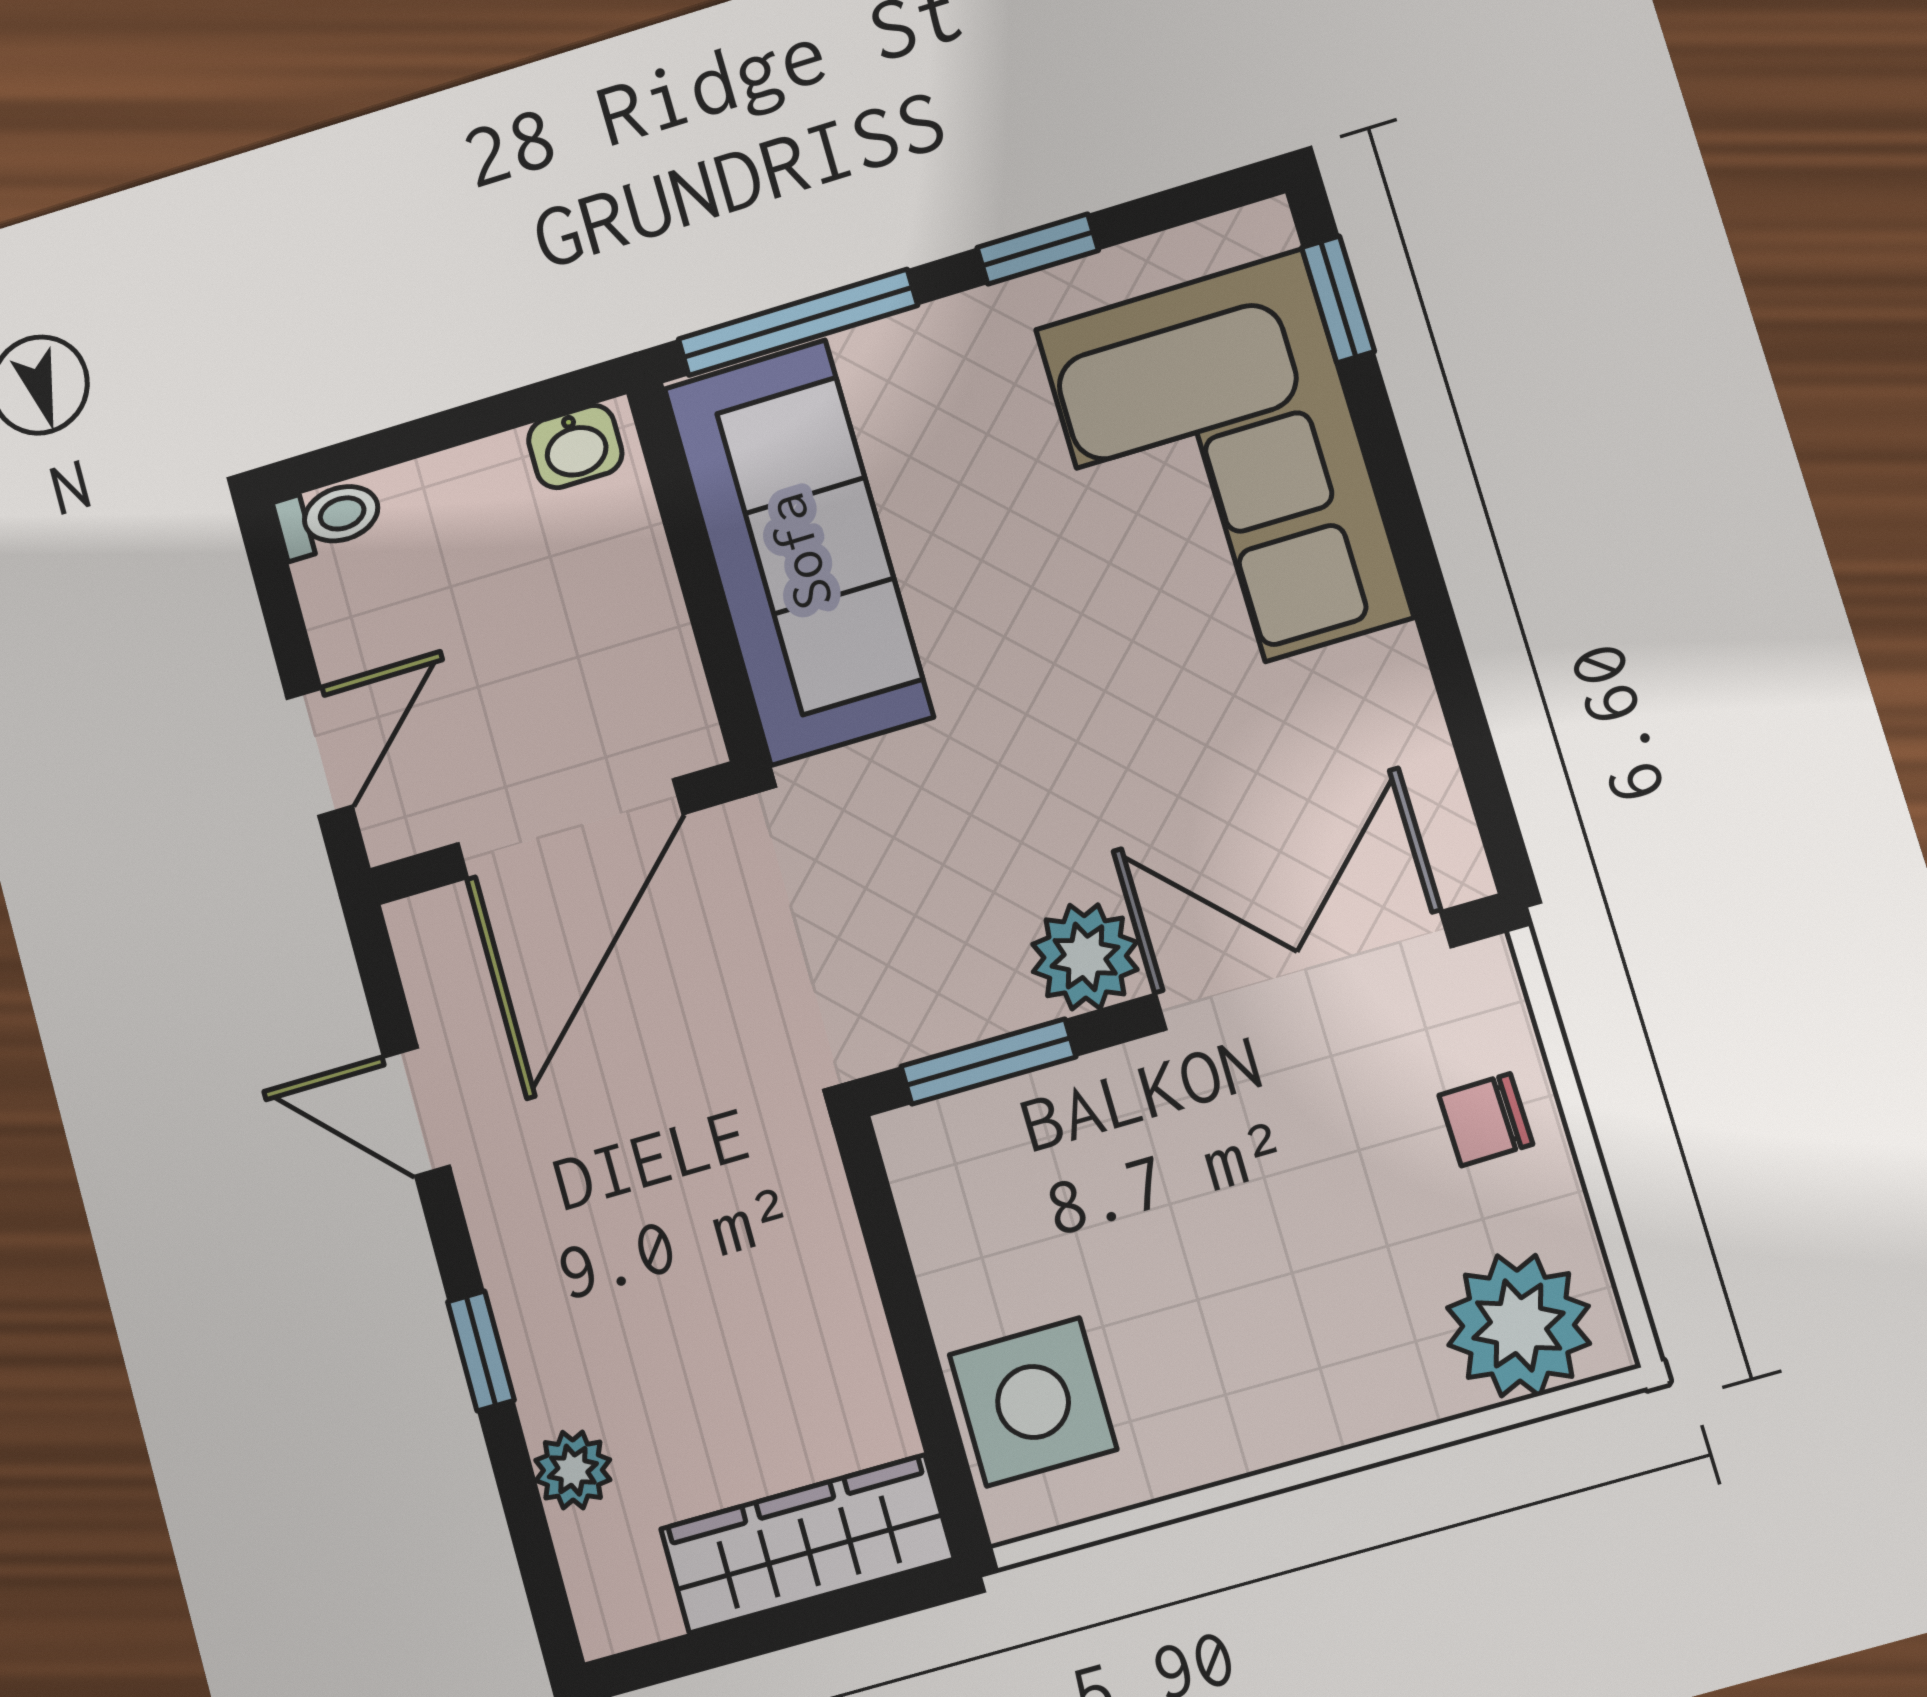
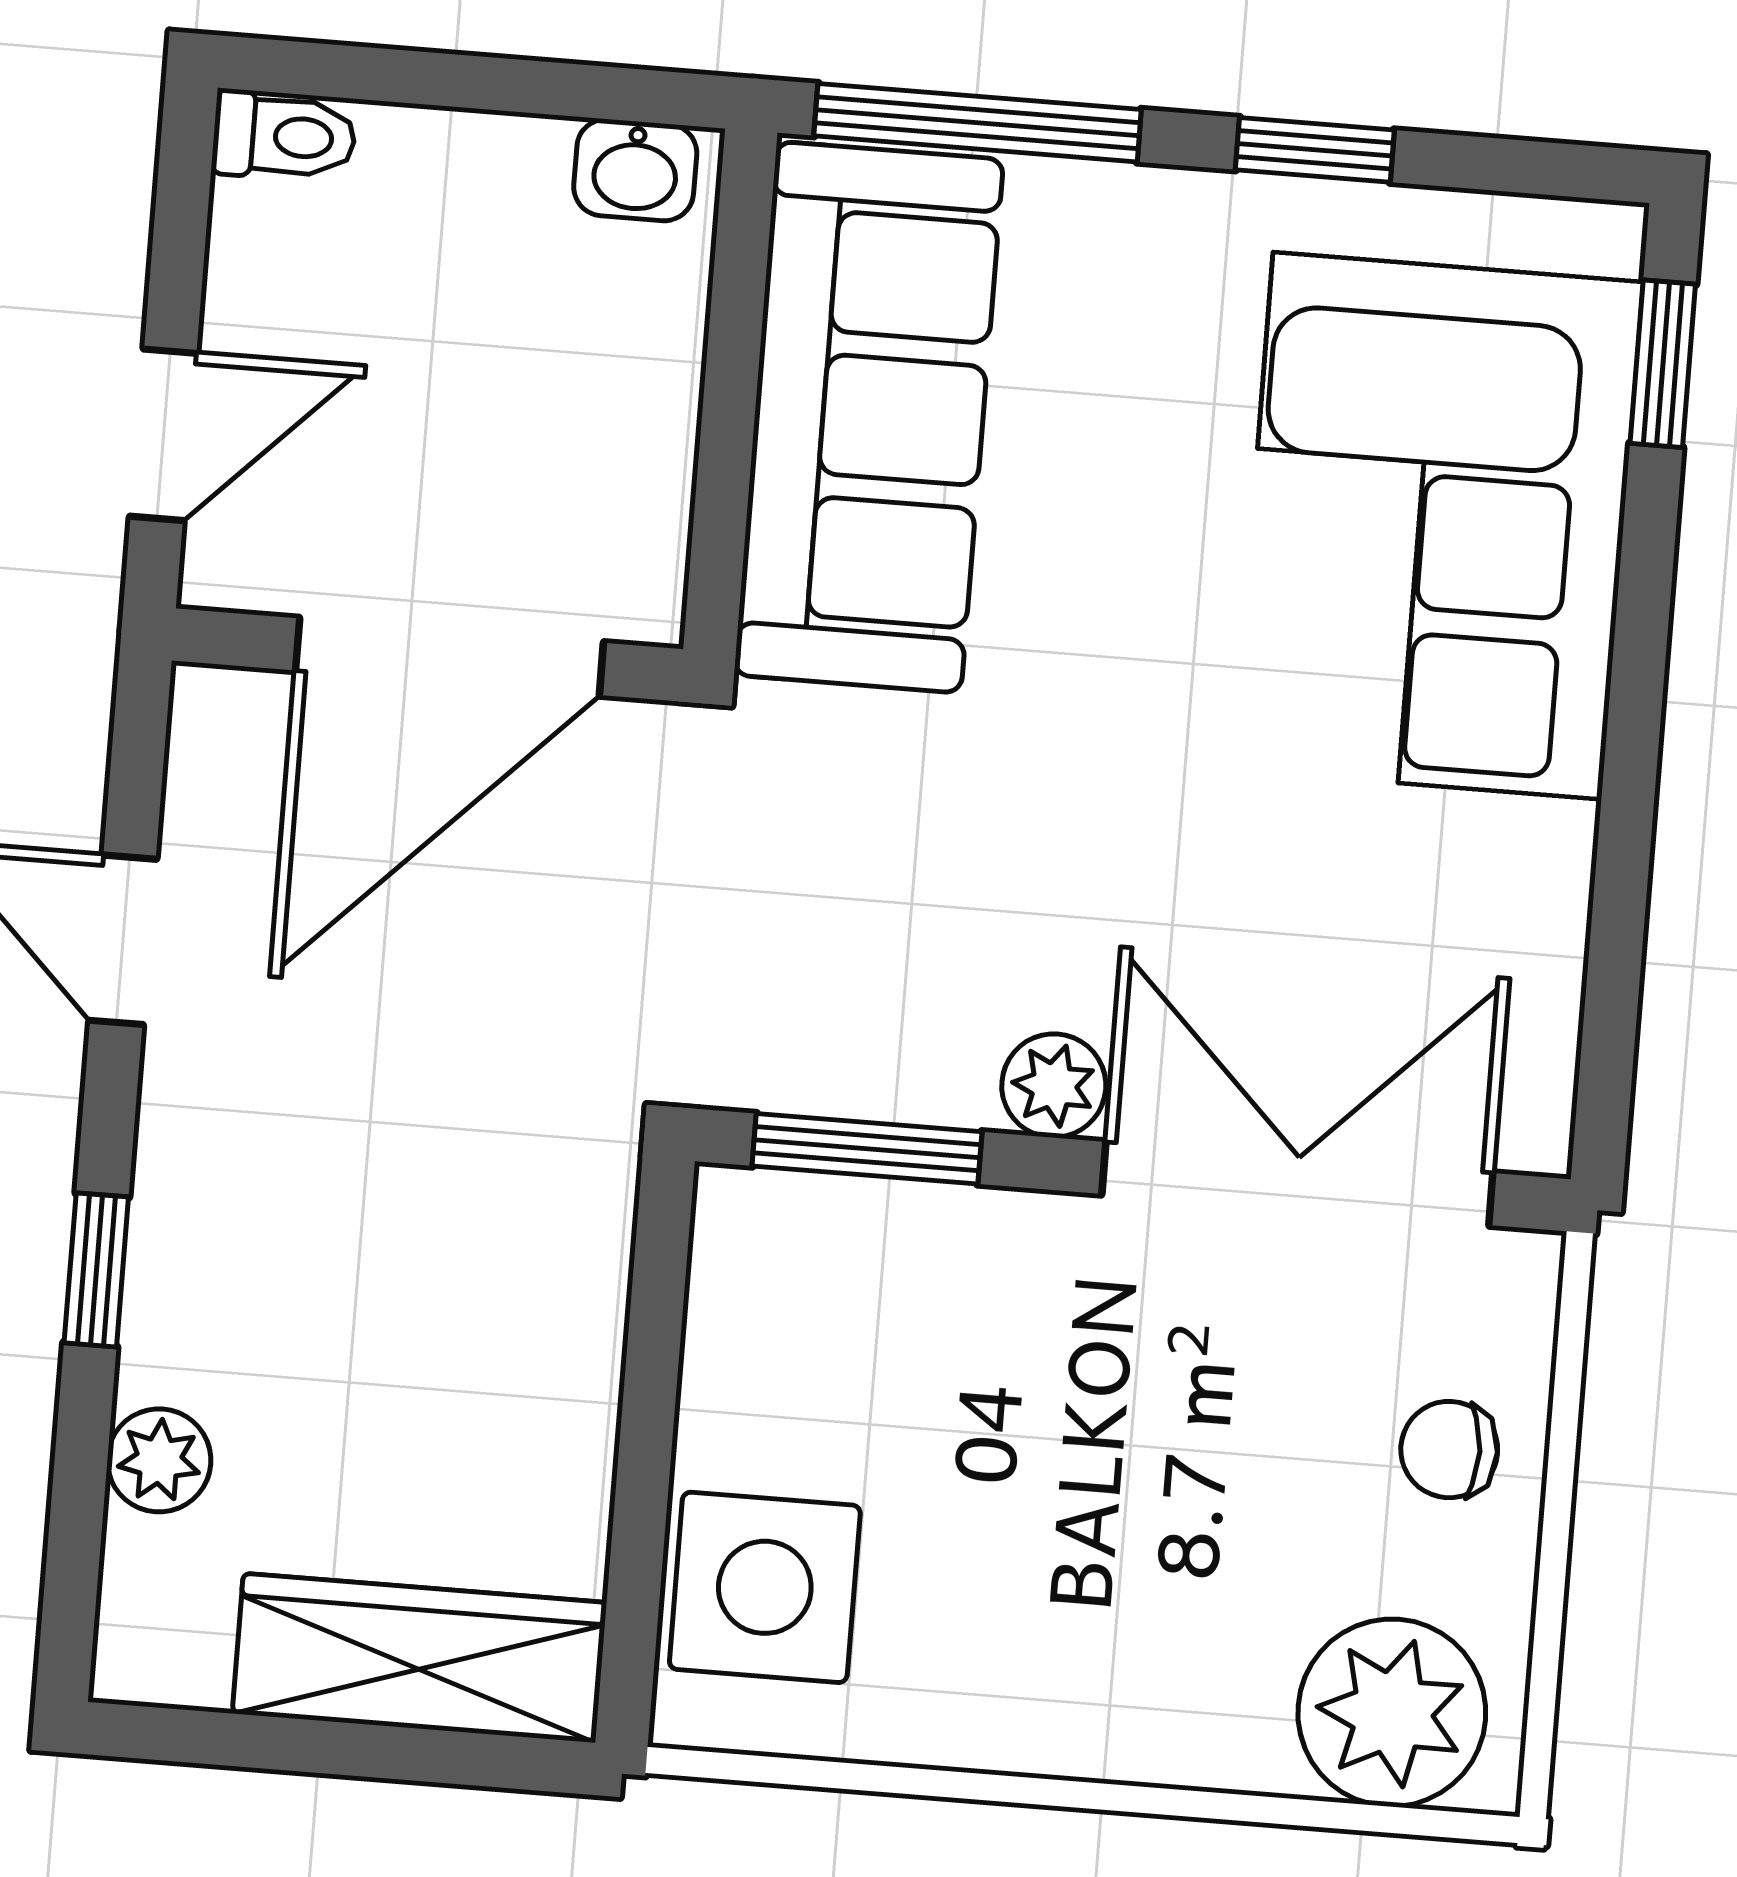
plant: (1085, 957) -> (1054, 1086), width x0.73, depth x0.73

